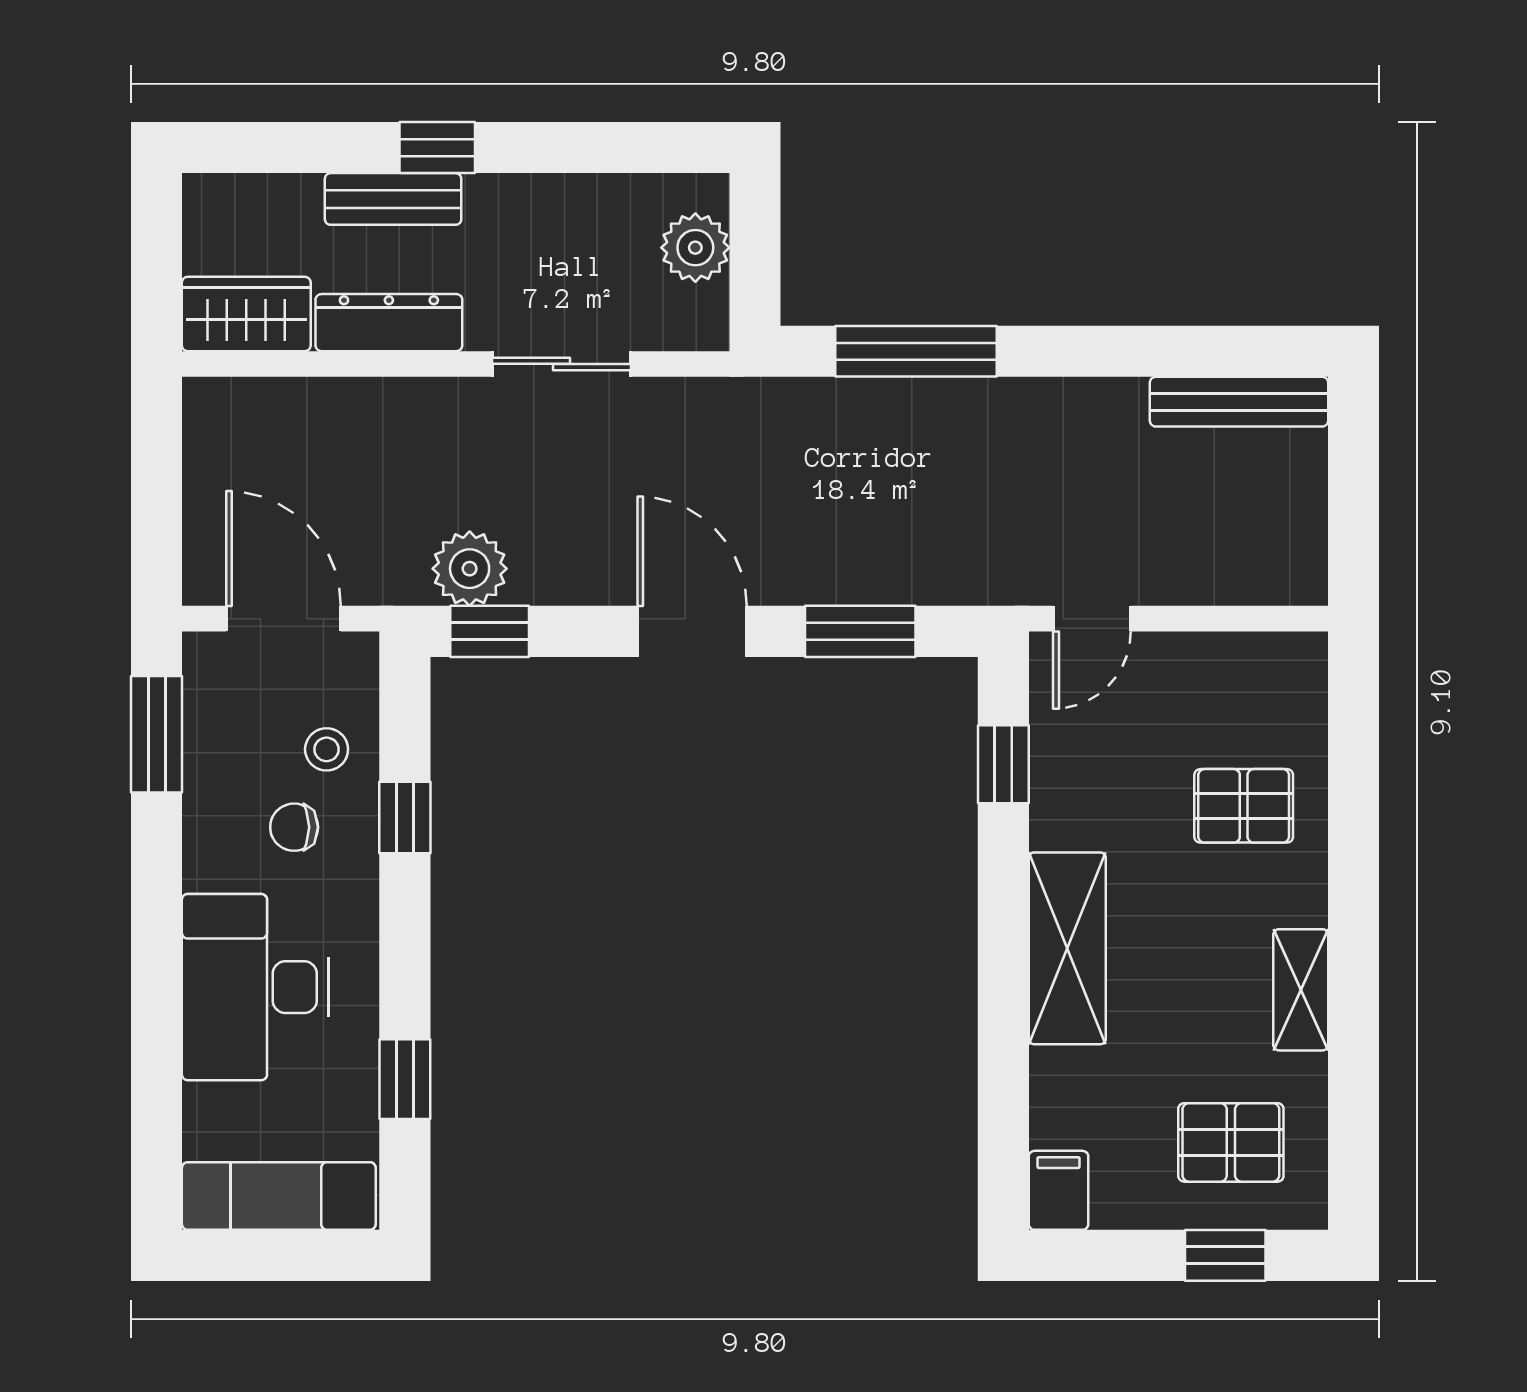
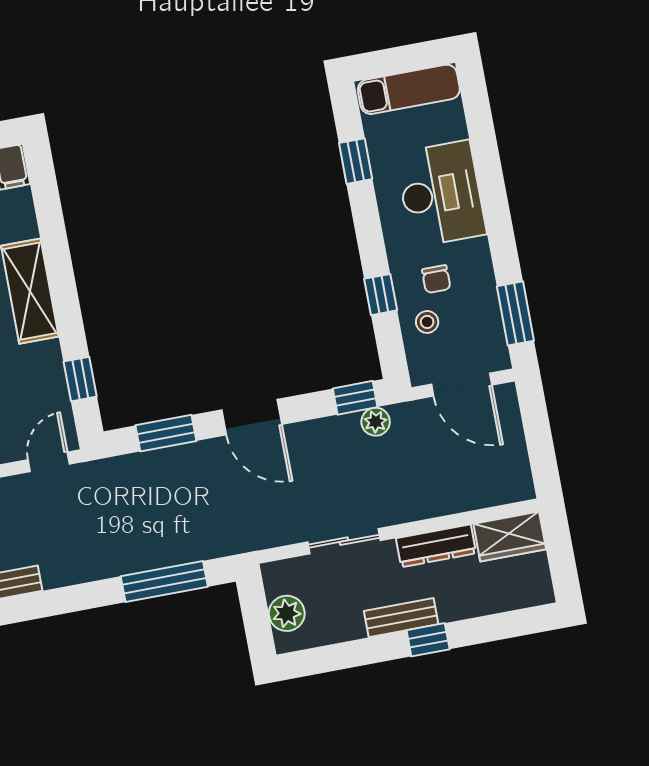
bench: (393, 199) -> (401, 618), moved
plant: (470, 569) -> (376, 422), width x0.73, depth x0.73
chair: (294, 827) -> (436, 279), turned 90

